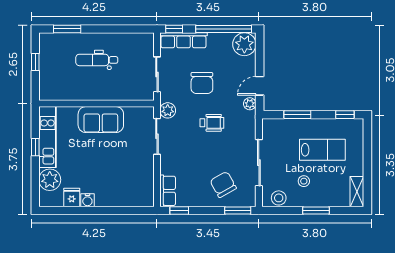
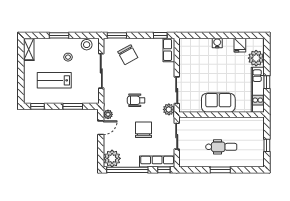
window: (67, 29) -> (220, 170), moved
water cooler: (87, 200) -> (217, 43), moved

